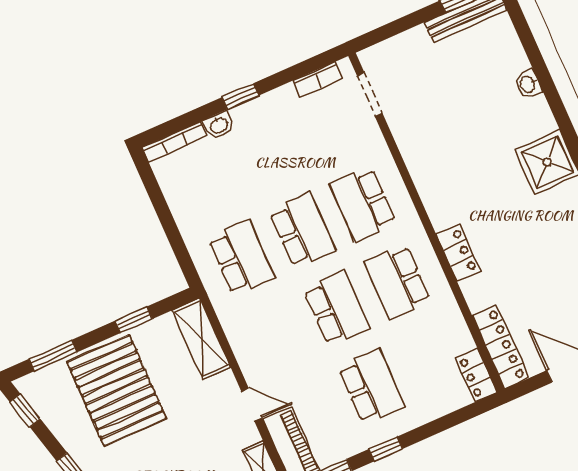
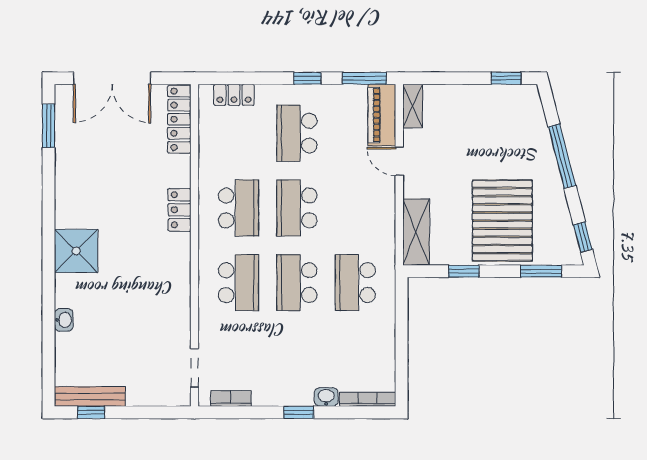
locker: (476, 375) -> (234, 95), moved, turned 90

